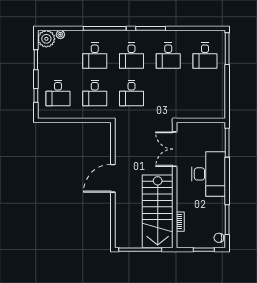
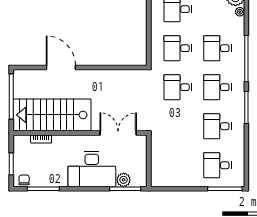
plant: (219, 144) -> (124, 180), added
door: (113, 178) -> (61, 67), moved

